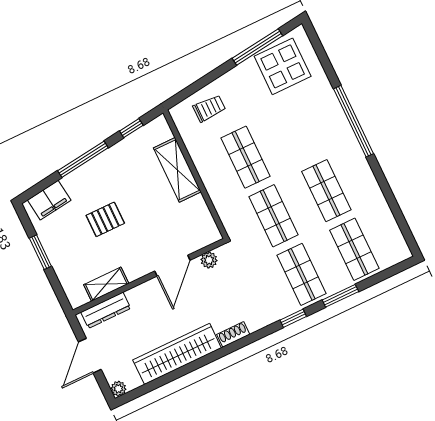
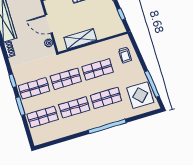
shop shelf: (298, 132) -> (106, 98), added
shelving: (177, 170) -> (80, 39), moved

